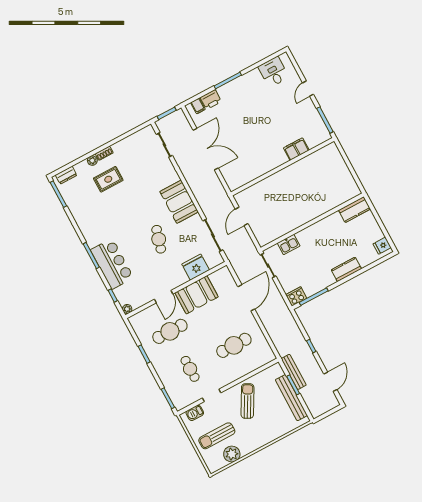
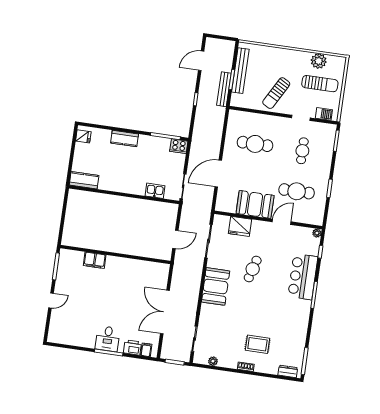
desk: (273, 72) -> (108, 339), moved
plant: (92, 161) -> (213, 361), moved

